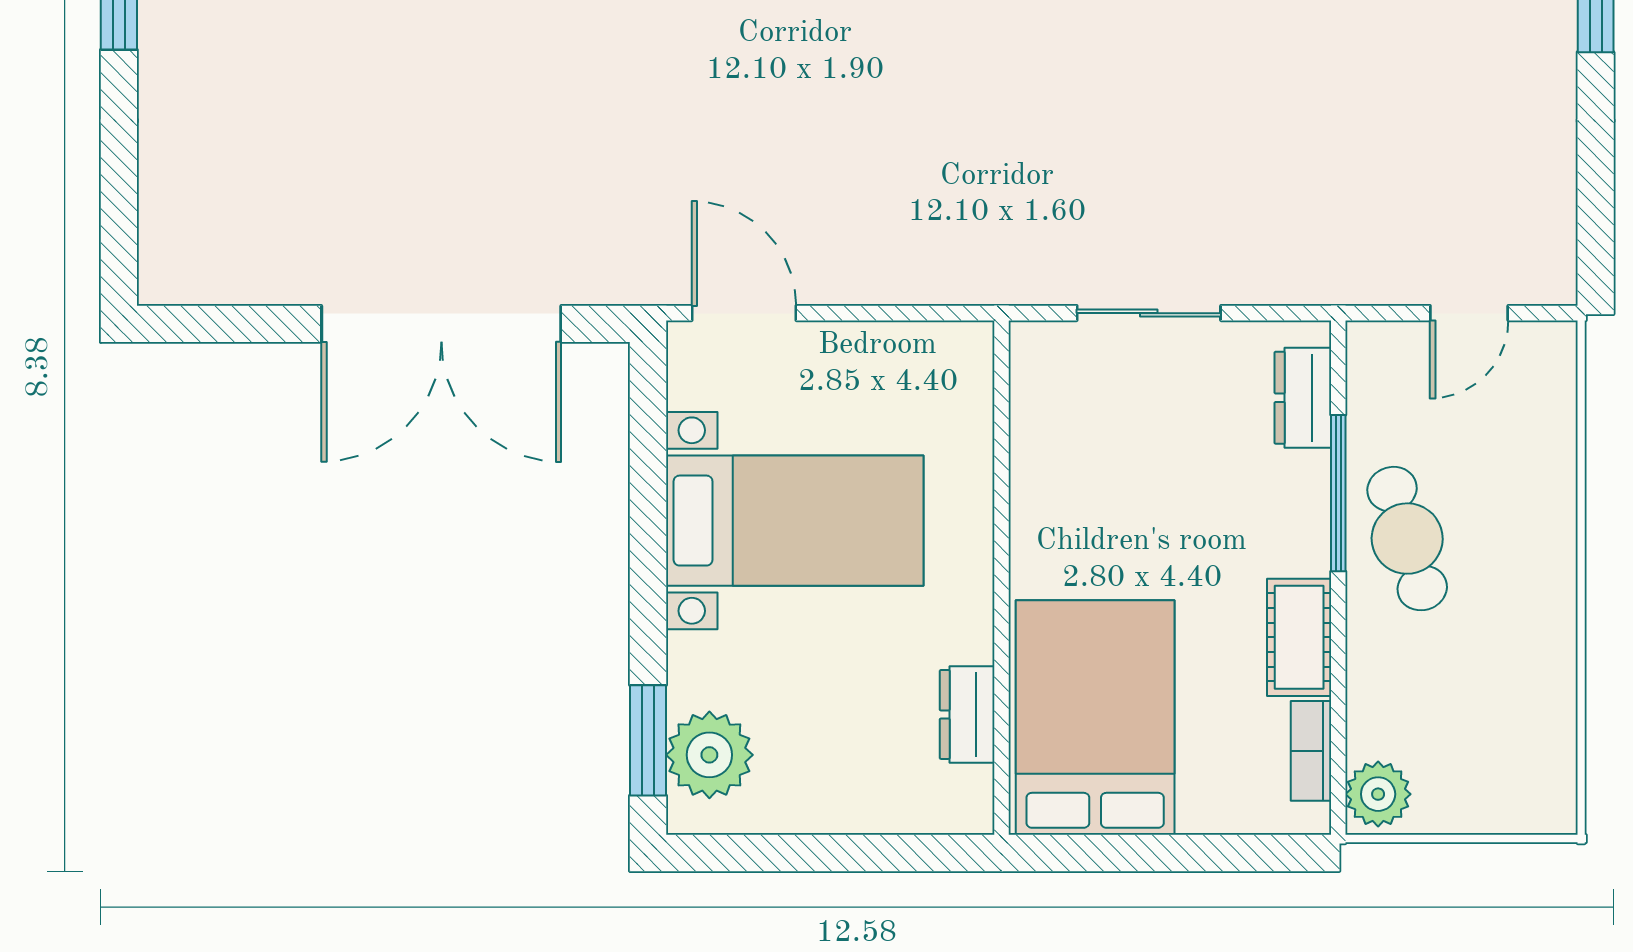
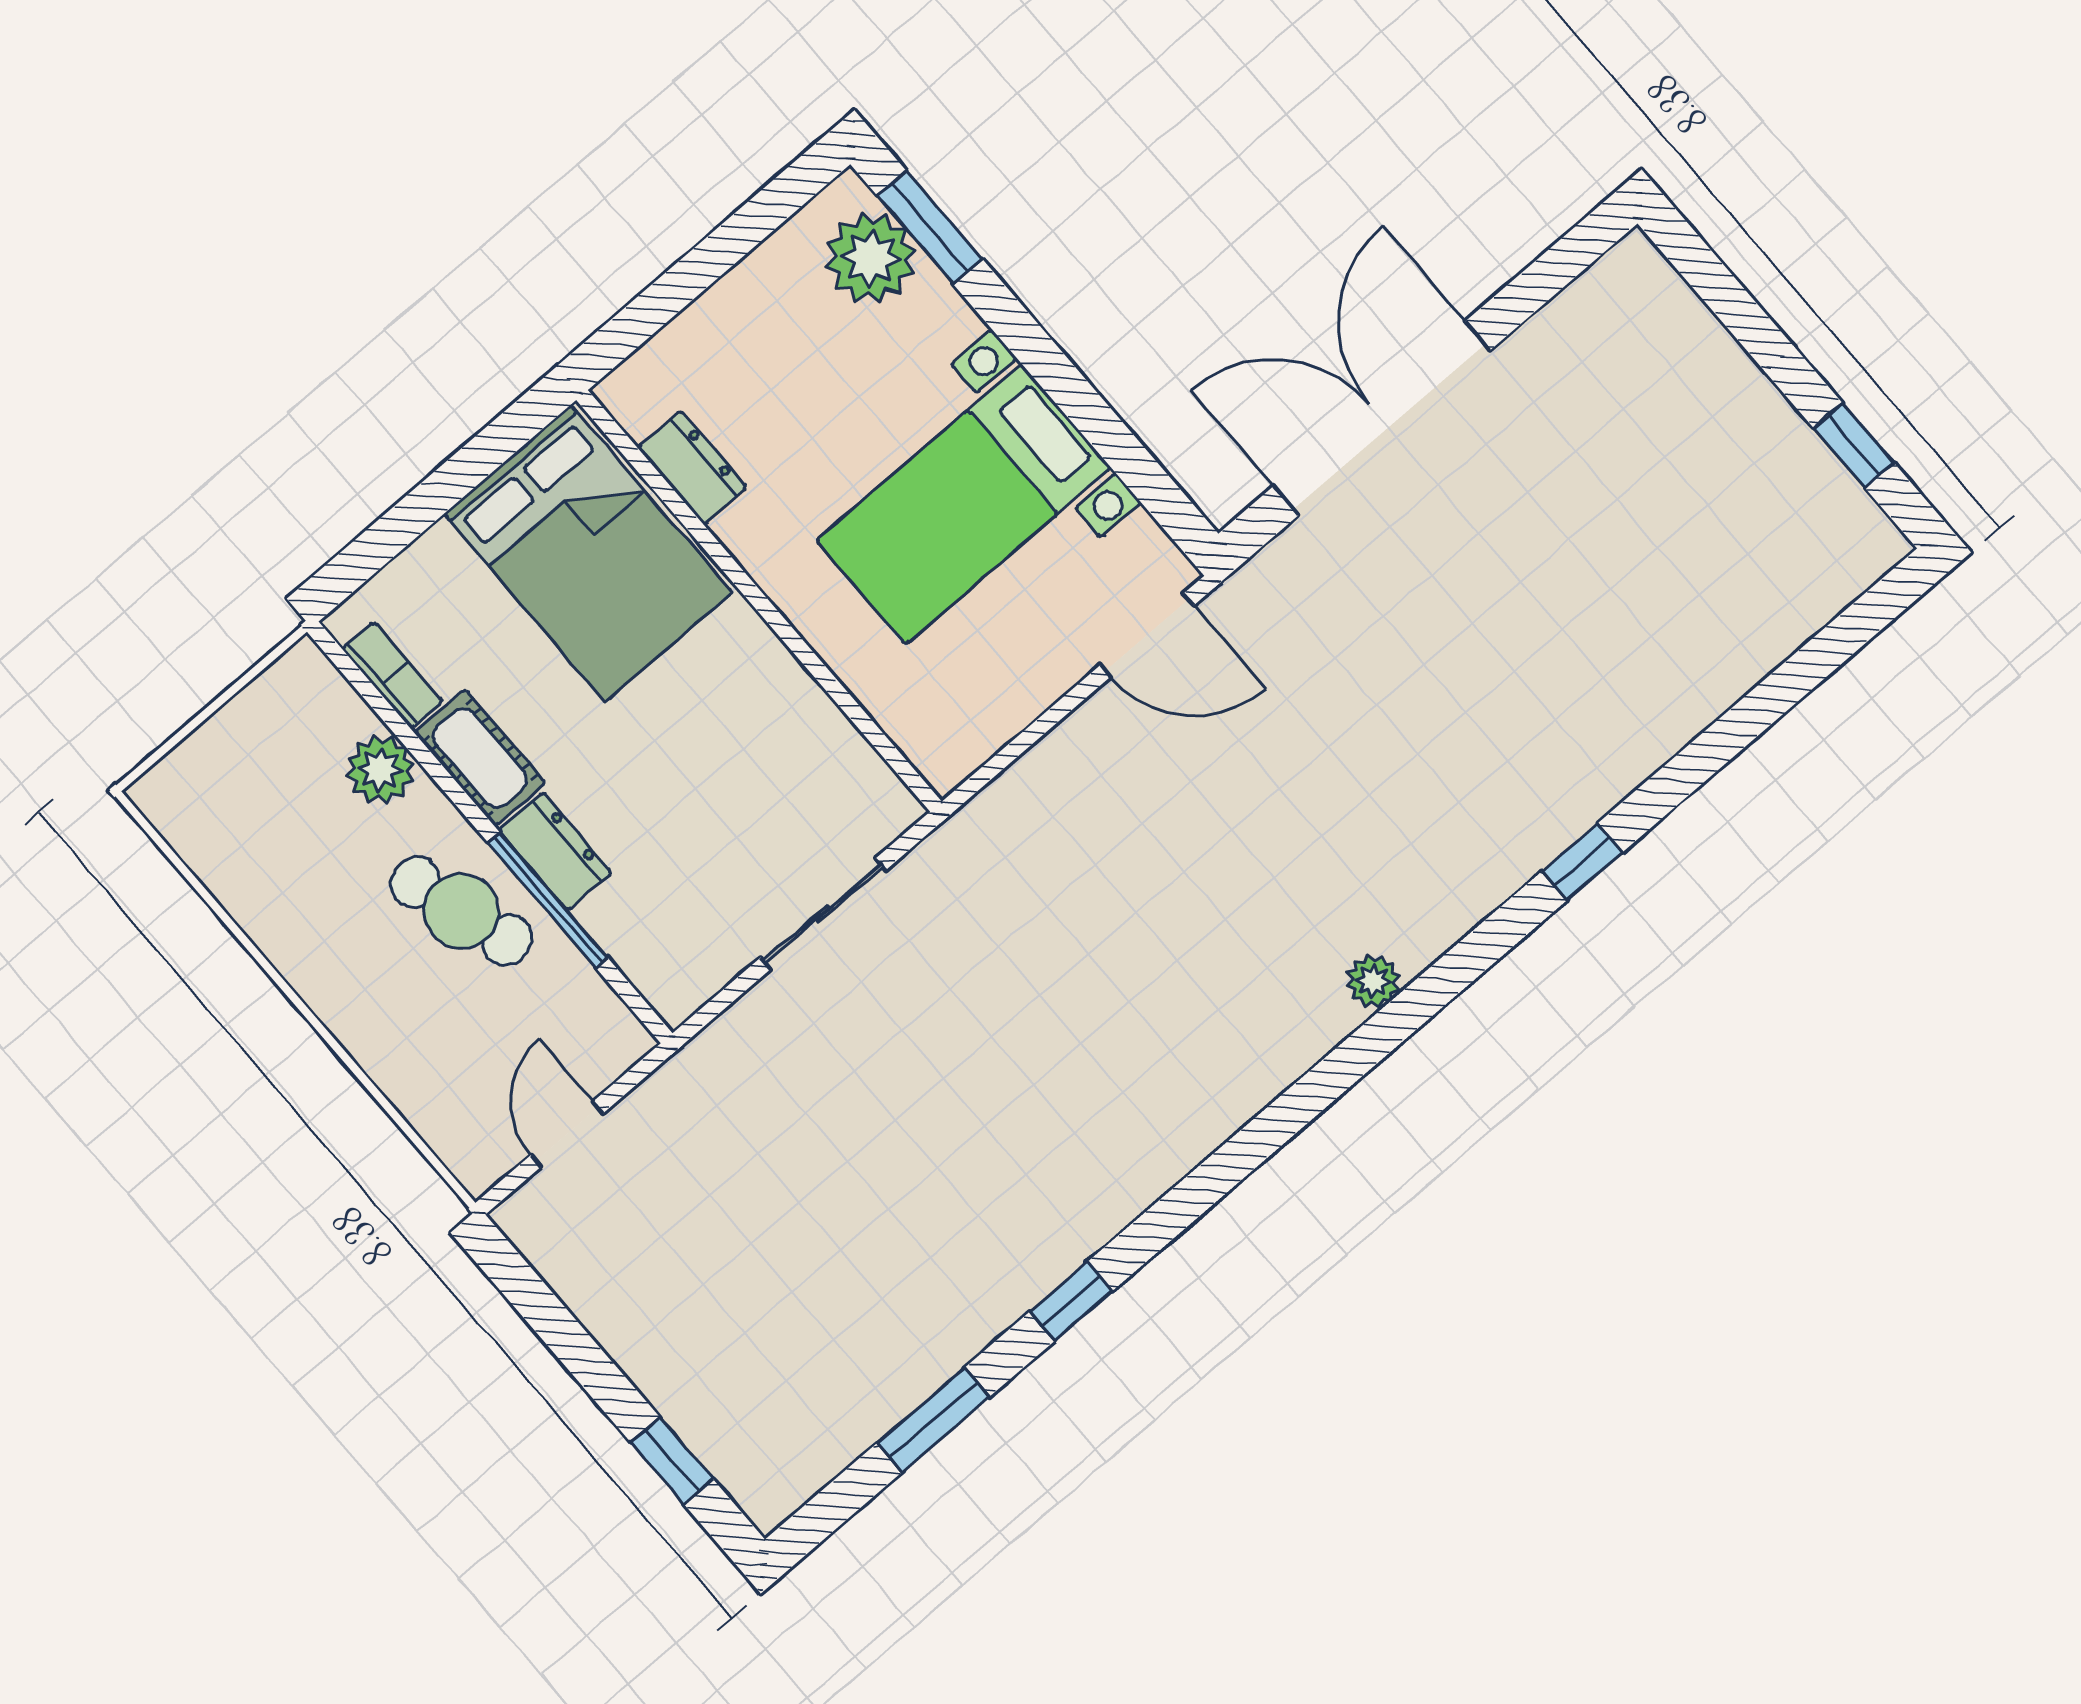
dresser: (1303, 398) -> (555, 851), moved
plant: (1378, 794) -> (380, 770), moved

